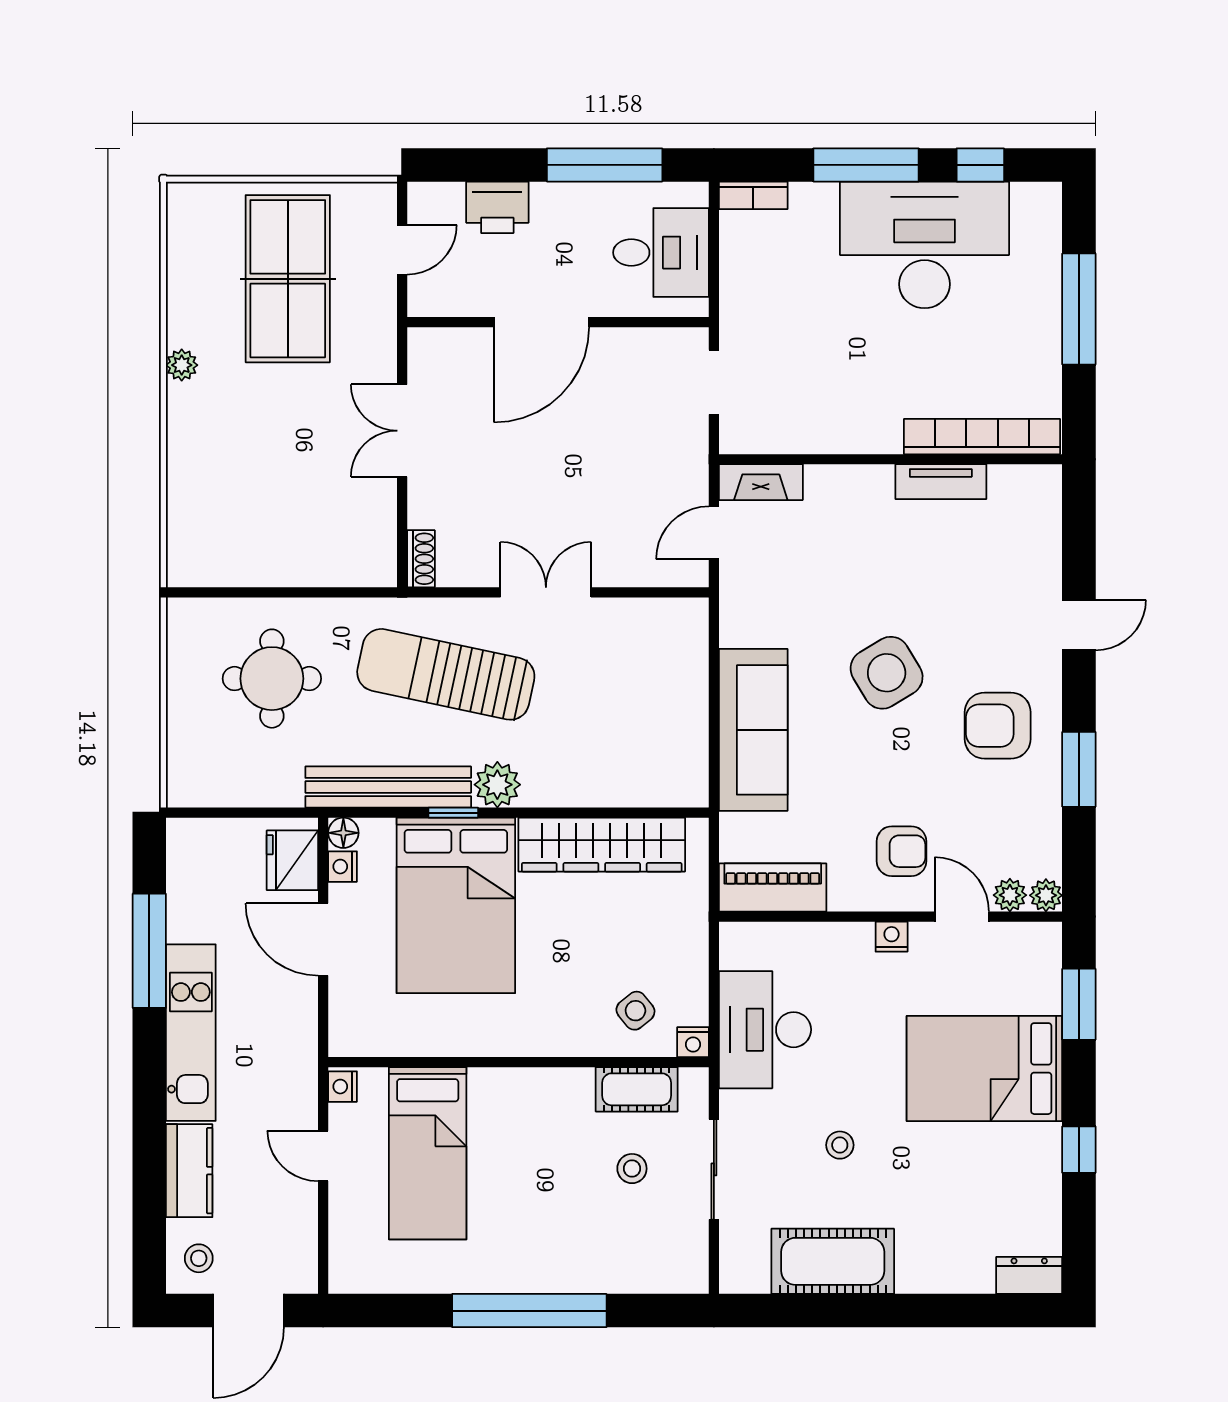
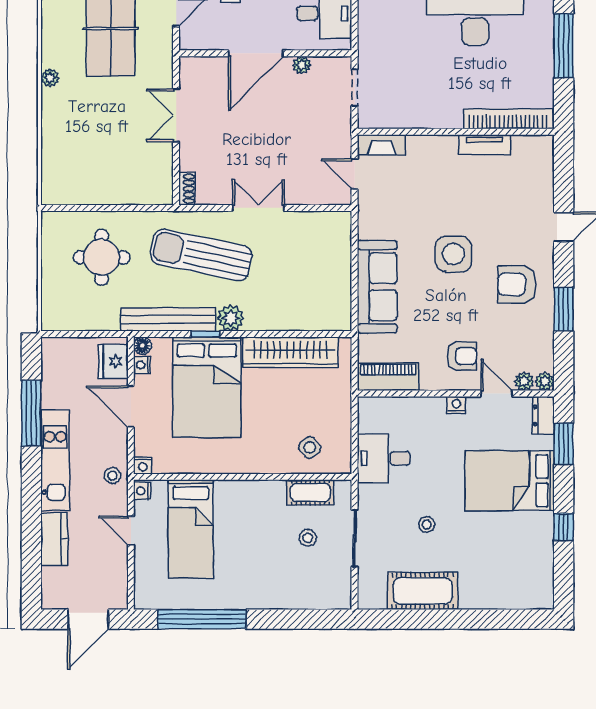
plant: (622, 343) -> (302, 65), added
door: (714, 533) -> (355, 174), hinge flipped
side table: (887, 673) -> (453, 254), turned 31
desk: (765, 1030) -> (384, 458), width x0.73
nightstand: (693, 1042) -> (143, 465), moved
stool: (199, 1258) -> (112, 476), moved
dresser: (1029, 1275) -> (543, 415), moved, turned -90
window: (529, 1311) -> (202, 619), moved

